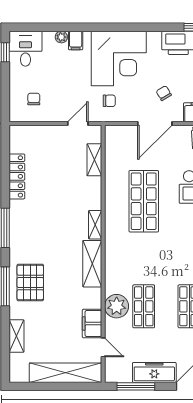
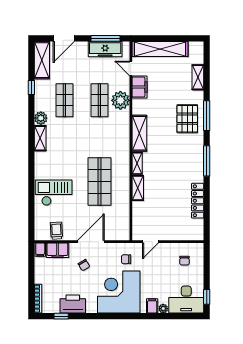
desk: (25, 49) -> (186, 300), width x1.37
shelving: (94, 160) -> (138, 188), moved
freezer: (154, 372) -> (105, 49), moved

